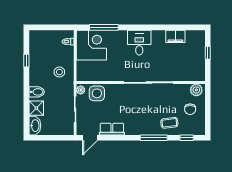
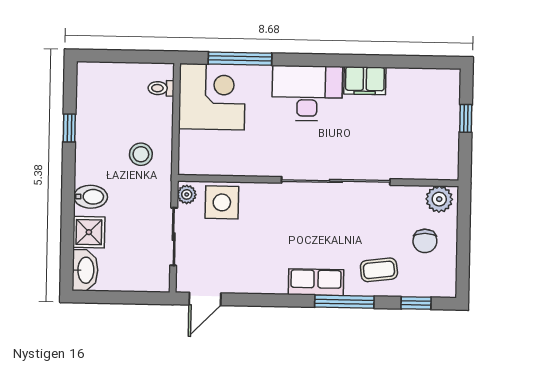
filing cabinet: (175, 36) -> (365, 81), moved
desk: (139, 43) -> (307, 93), width x1.37
row of seats: (112, 129) -> (316, 282), moved

